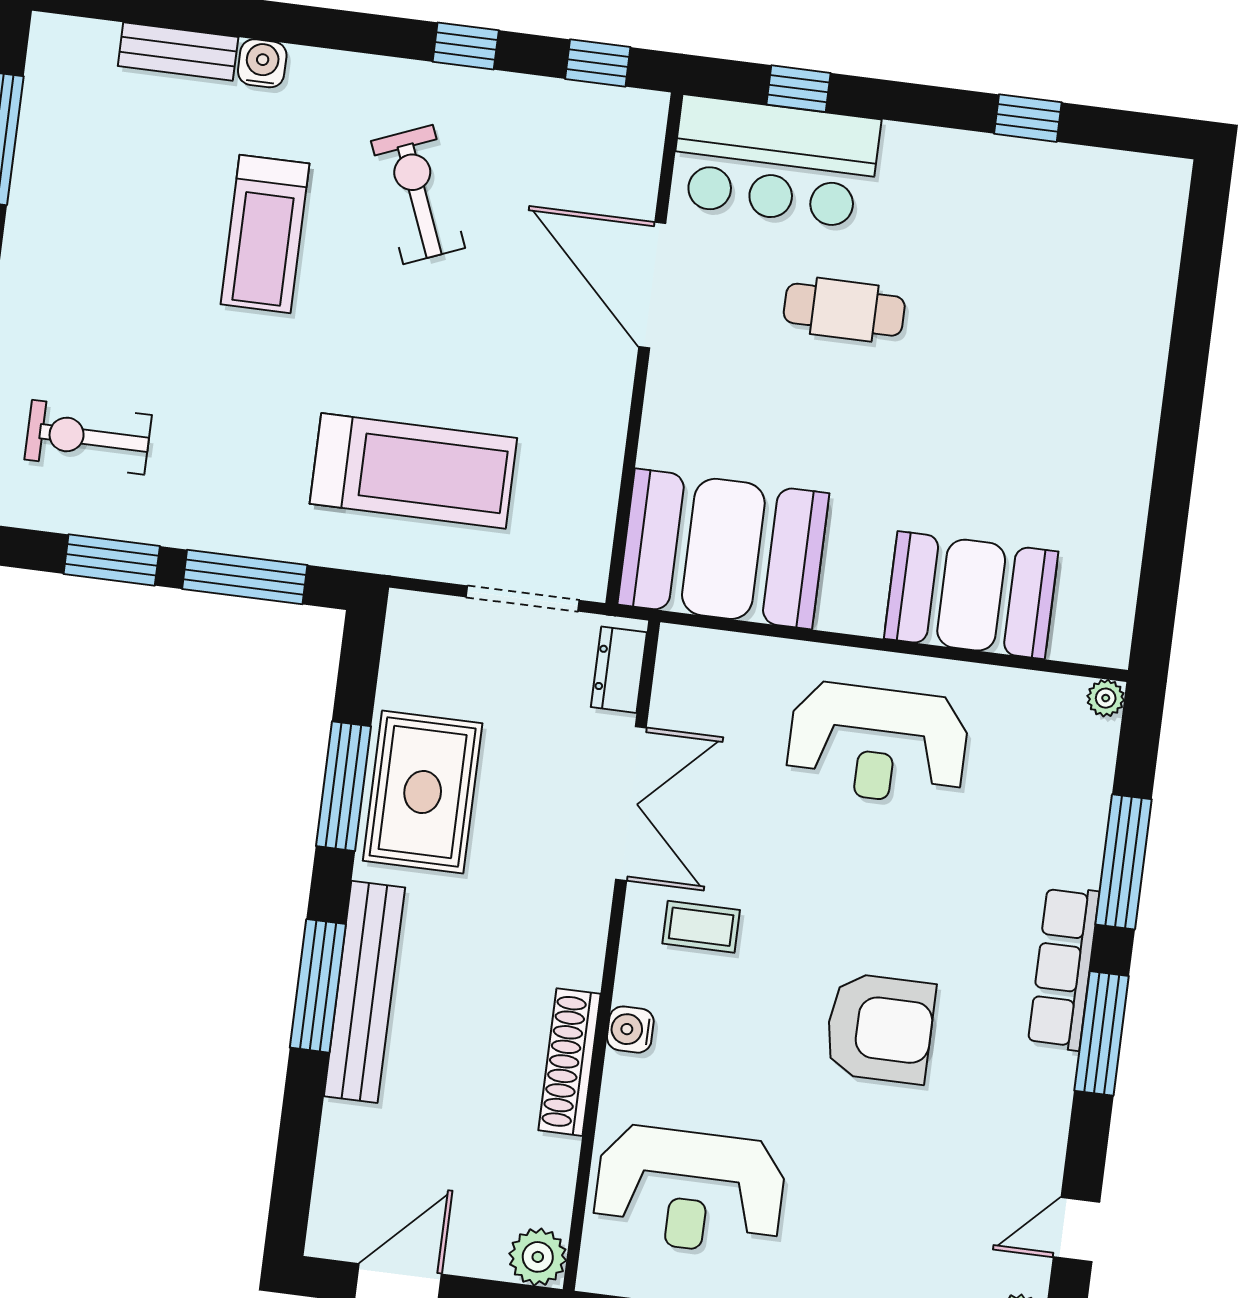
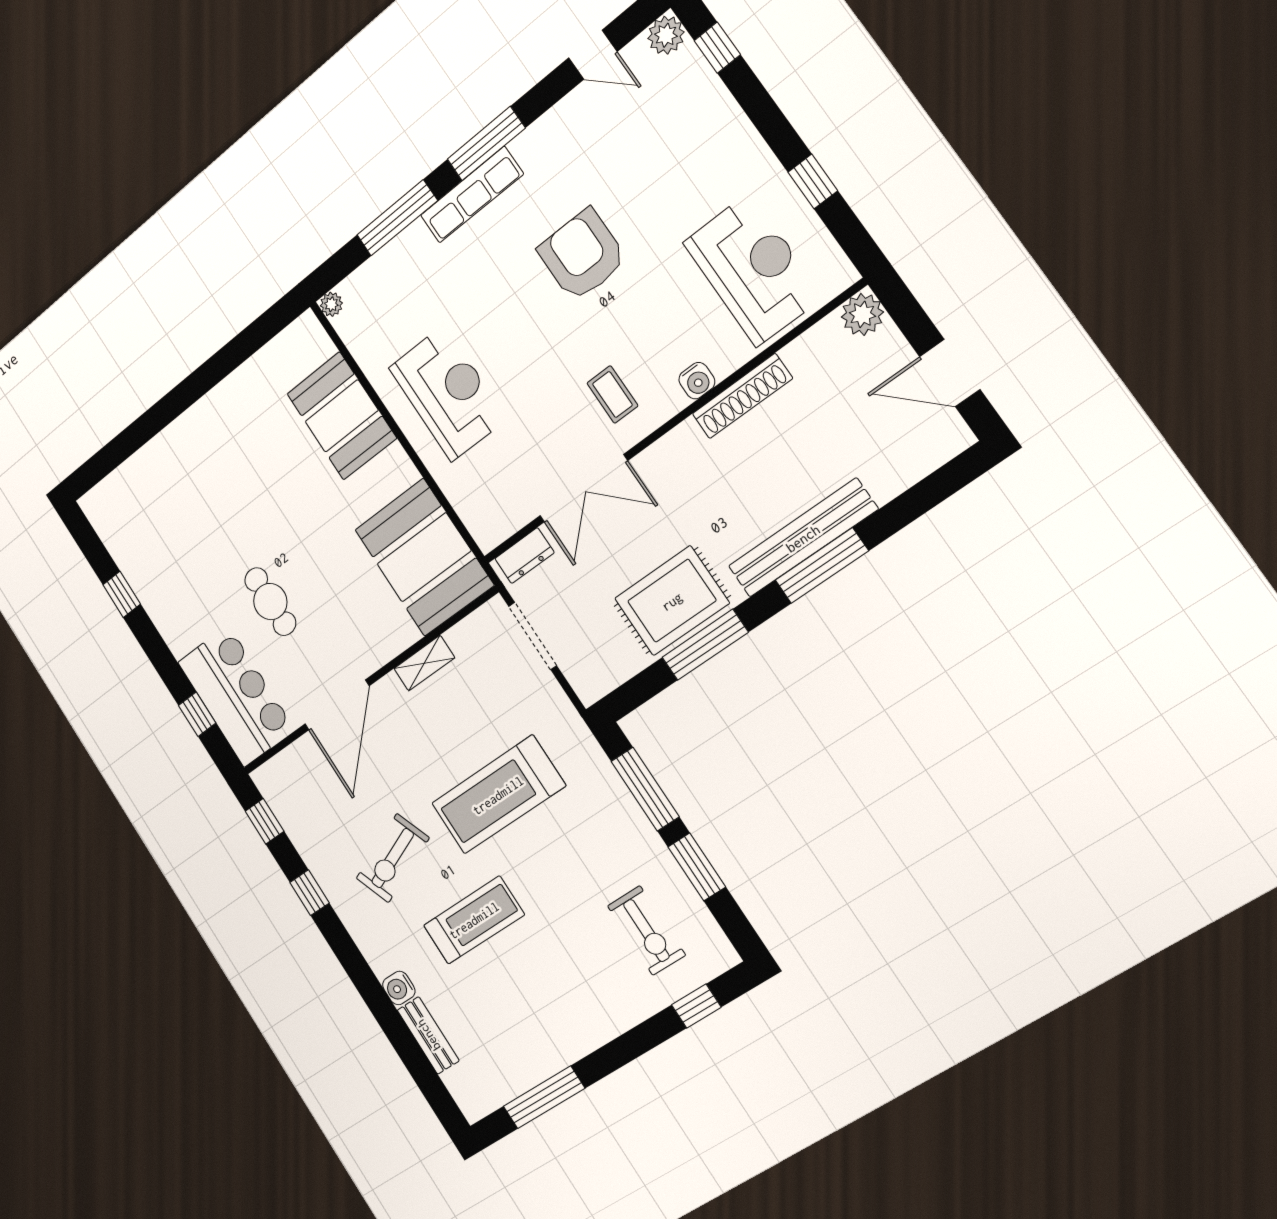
shelving: (605, 440) -> (424, 663), added
treadmill: (413, 471) -> (498, 795), moved, turned -90
double door: (631, 803) -> (583, 488), swing flipped

